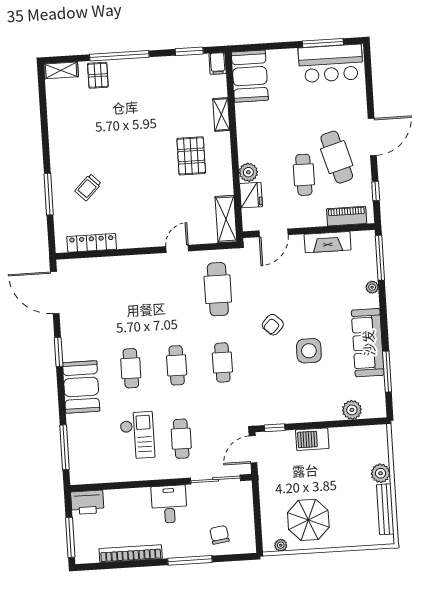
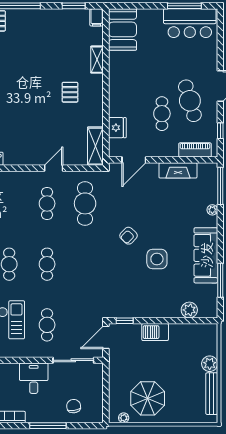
pallet: (191, 156) -> (70, 92), width x0.67, depth x0.71
plant: (248, 172) -> (116, 109), removed
cafe table: (222, 362) -> (47, 203), moved

